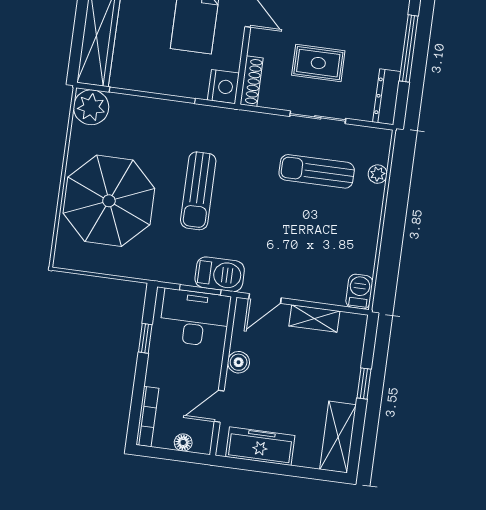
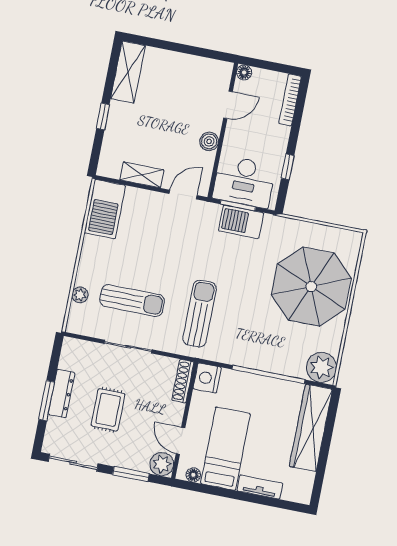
window: (409, 48) -> (47, 401), width x0.69
rug: (318, 63) -> (108, 410), moved, turned 90
dresser: (387, 97) -> (62, 393), moved
sun lounger: (198, 191) -> (200, 314), moved
barbecue: (220, 274) -> (241, 222), moved
barbecue: (359, 292) -> (105, 209), width x1.88, depth x1.53
floor lamp: (183, 442) -> (244, 72), moved
freezer: (260, 446) -> (195, 68), removed

